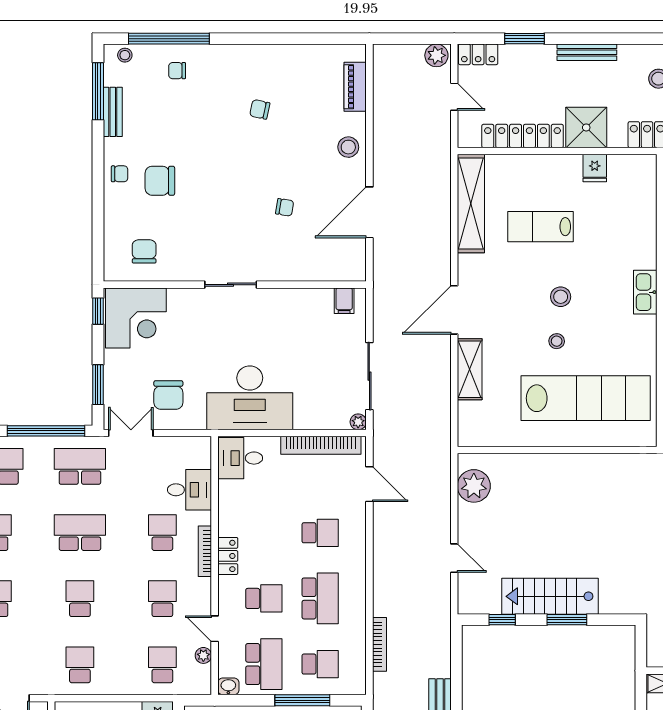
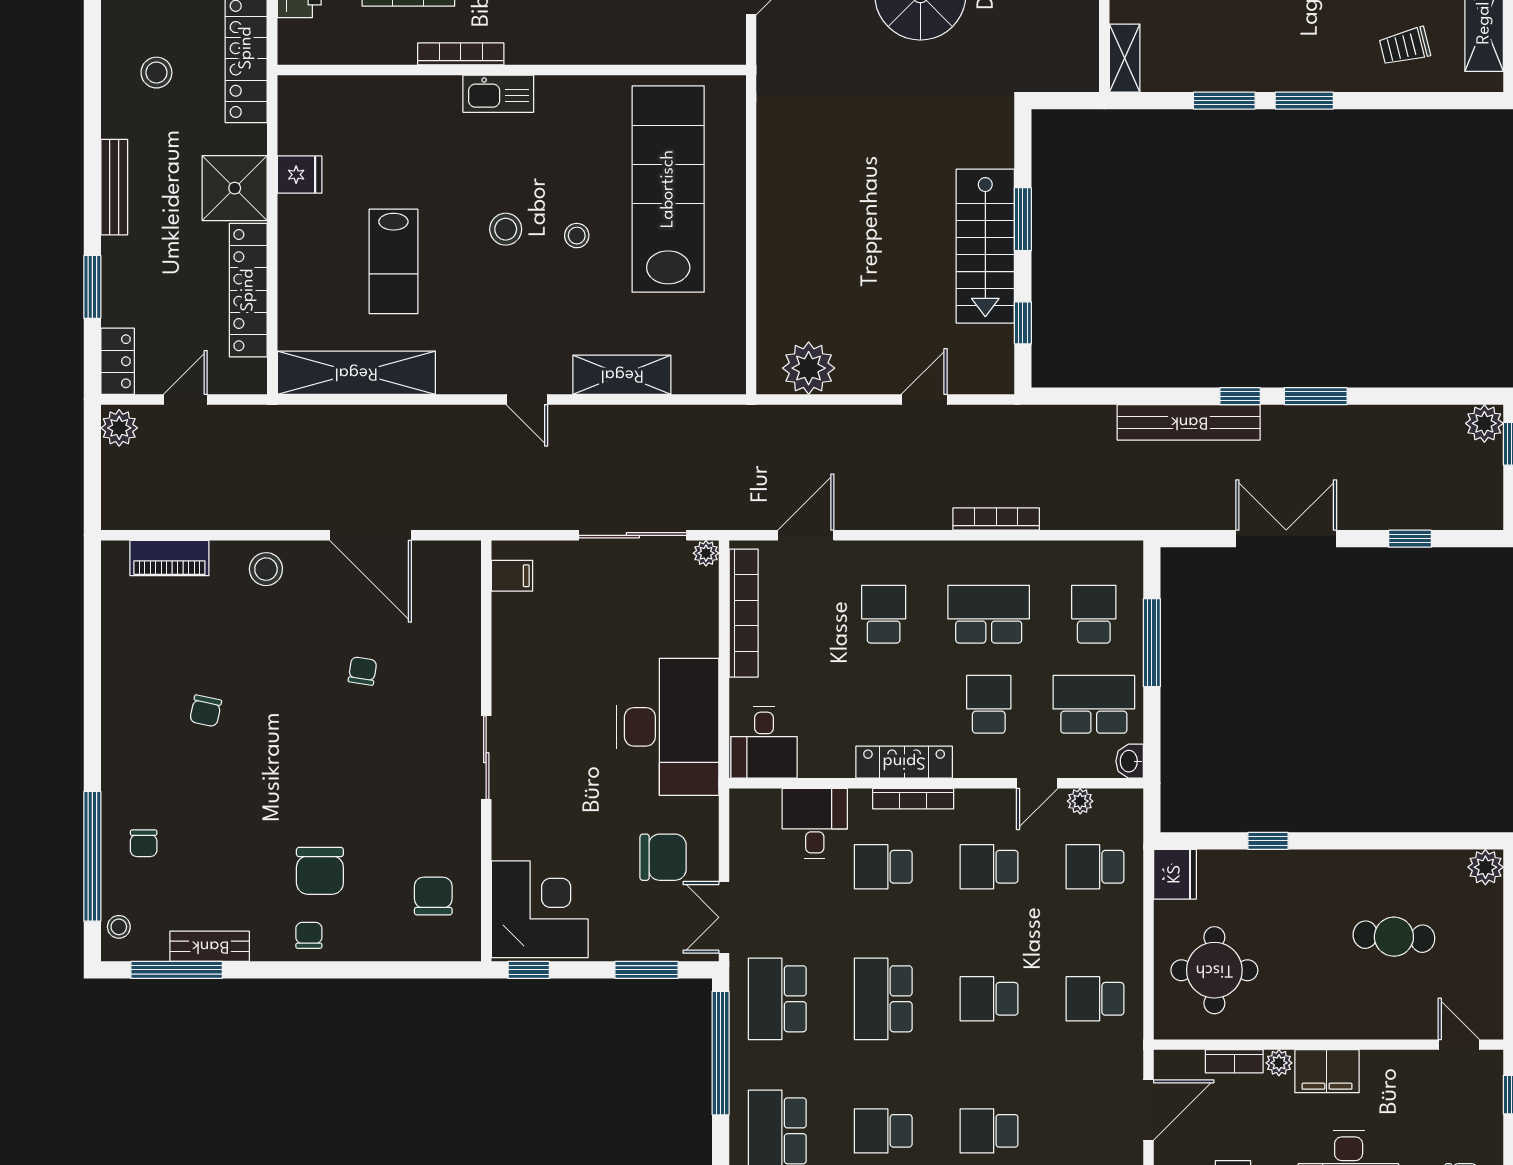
chair: (144, 251) -> (433, 896), turned 90
door: (454, 310) -> (527, 399), width x0.53
locker: (228, 556) -> (904, 762), width x1.53
bookcase: (380, 644) -> (996, 519), moved

